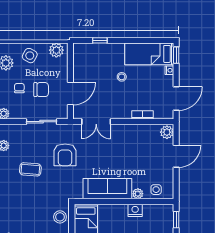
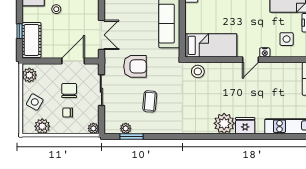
cot: (91, 52) -> (31, 40), added
door: (70, 94) -> (73, 61), hinge flipped

